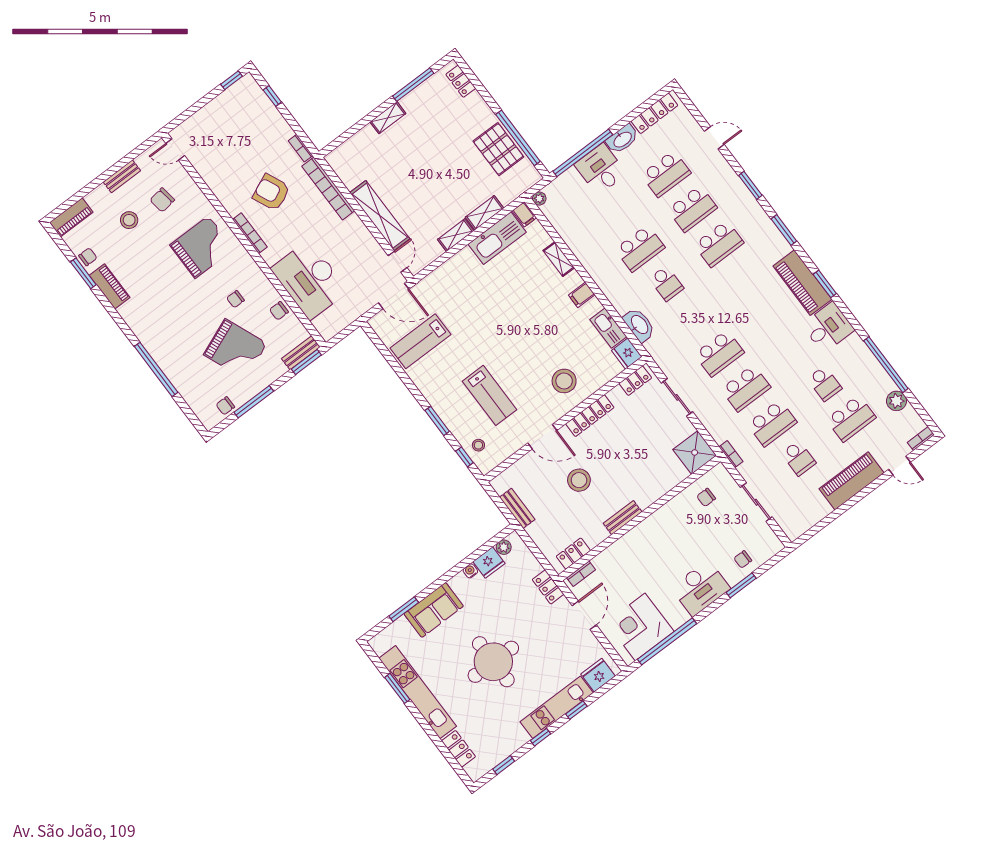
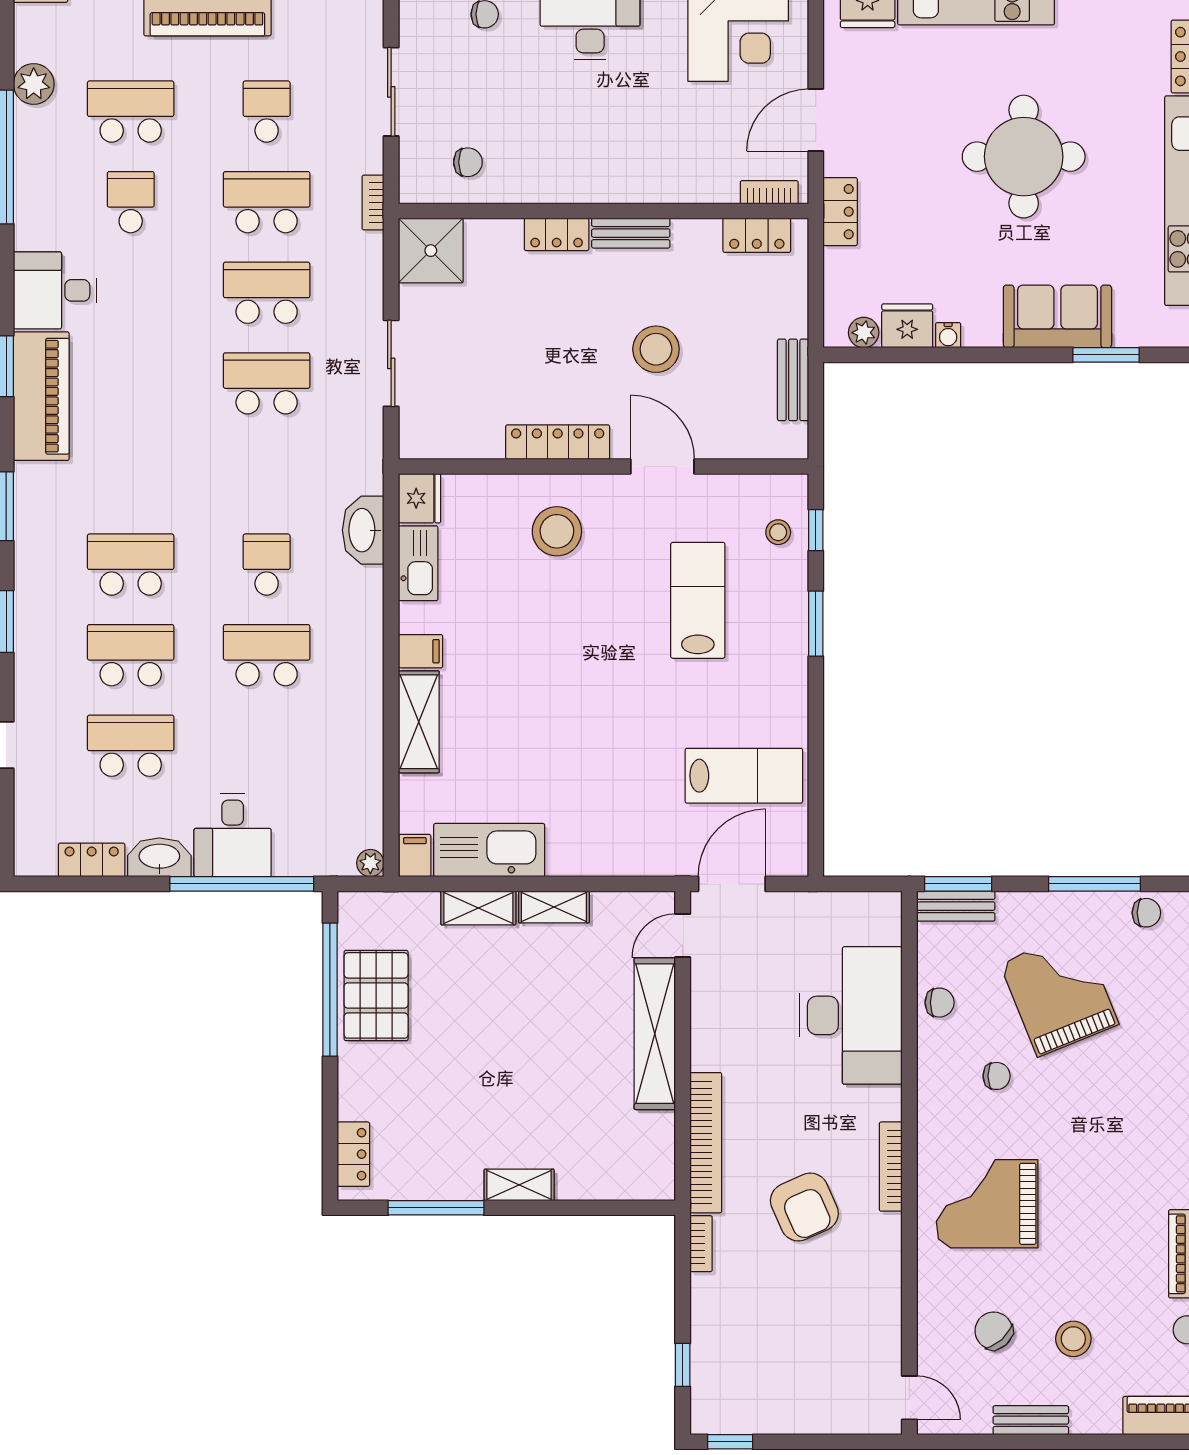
locker: (654, 113) -> (92, 860), width x0.66
chair: (162, 200) -> (994, 1331), turned -124
shelving: (559, 259) -> (419, 722), width x1.50, depth x1.33
door: (394, 296) -> (732, 884), hinge flipped
locker: (635, 381) -> (557, 234), moved, turned 180

